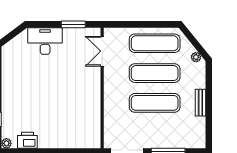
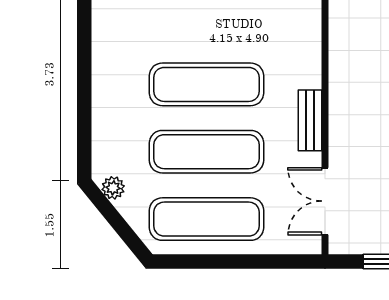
double door: (102, 51) -> (325, 201), swing flipped
bench: (200, 103) -> (310, 120), moved

